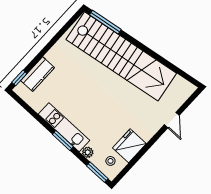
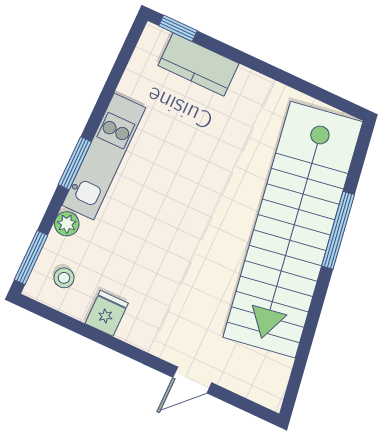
window: (105, 22) -> (338, 230), moved
fridge: (129, 146) -> (107, 313), width x0.53, depth x0.75

